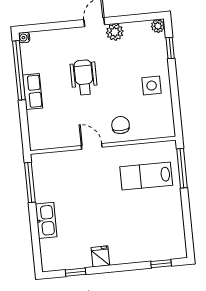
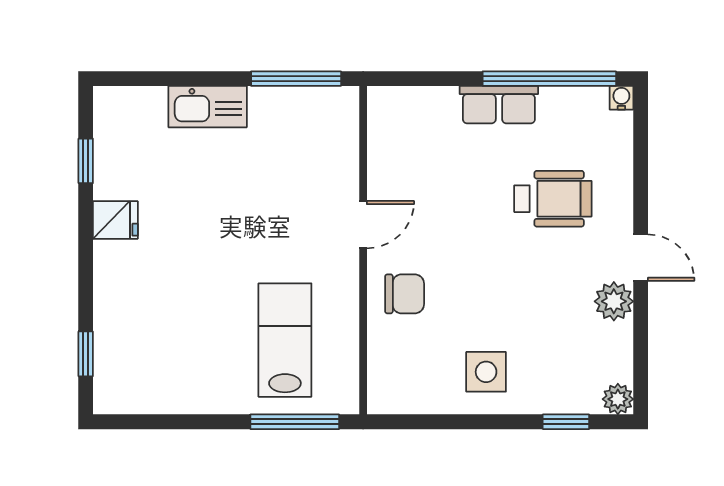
wheelchair: (84, 77) -> (553, 199), moved

